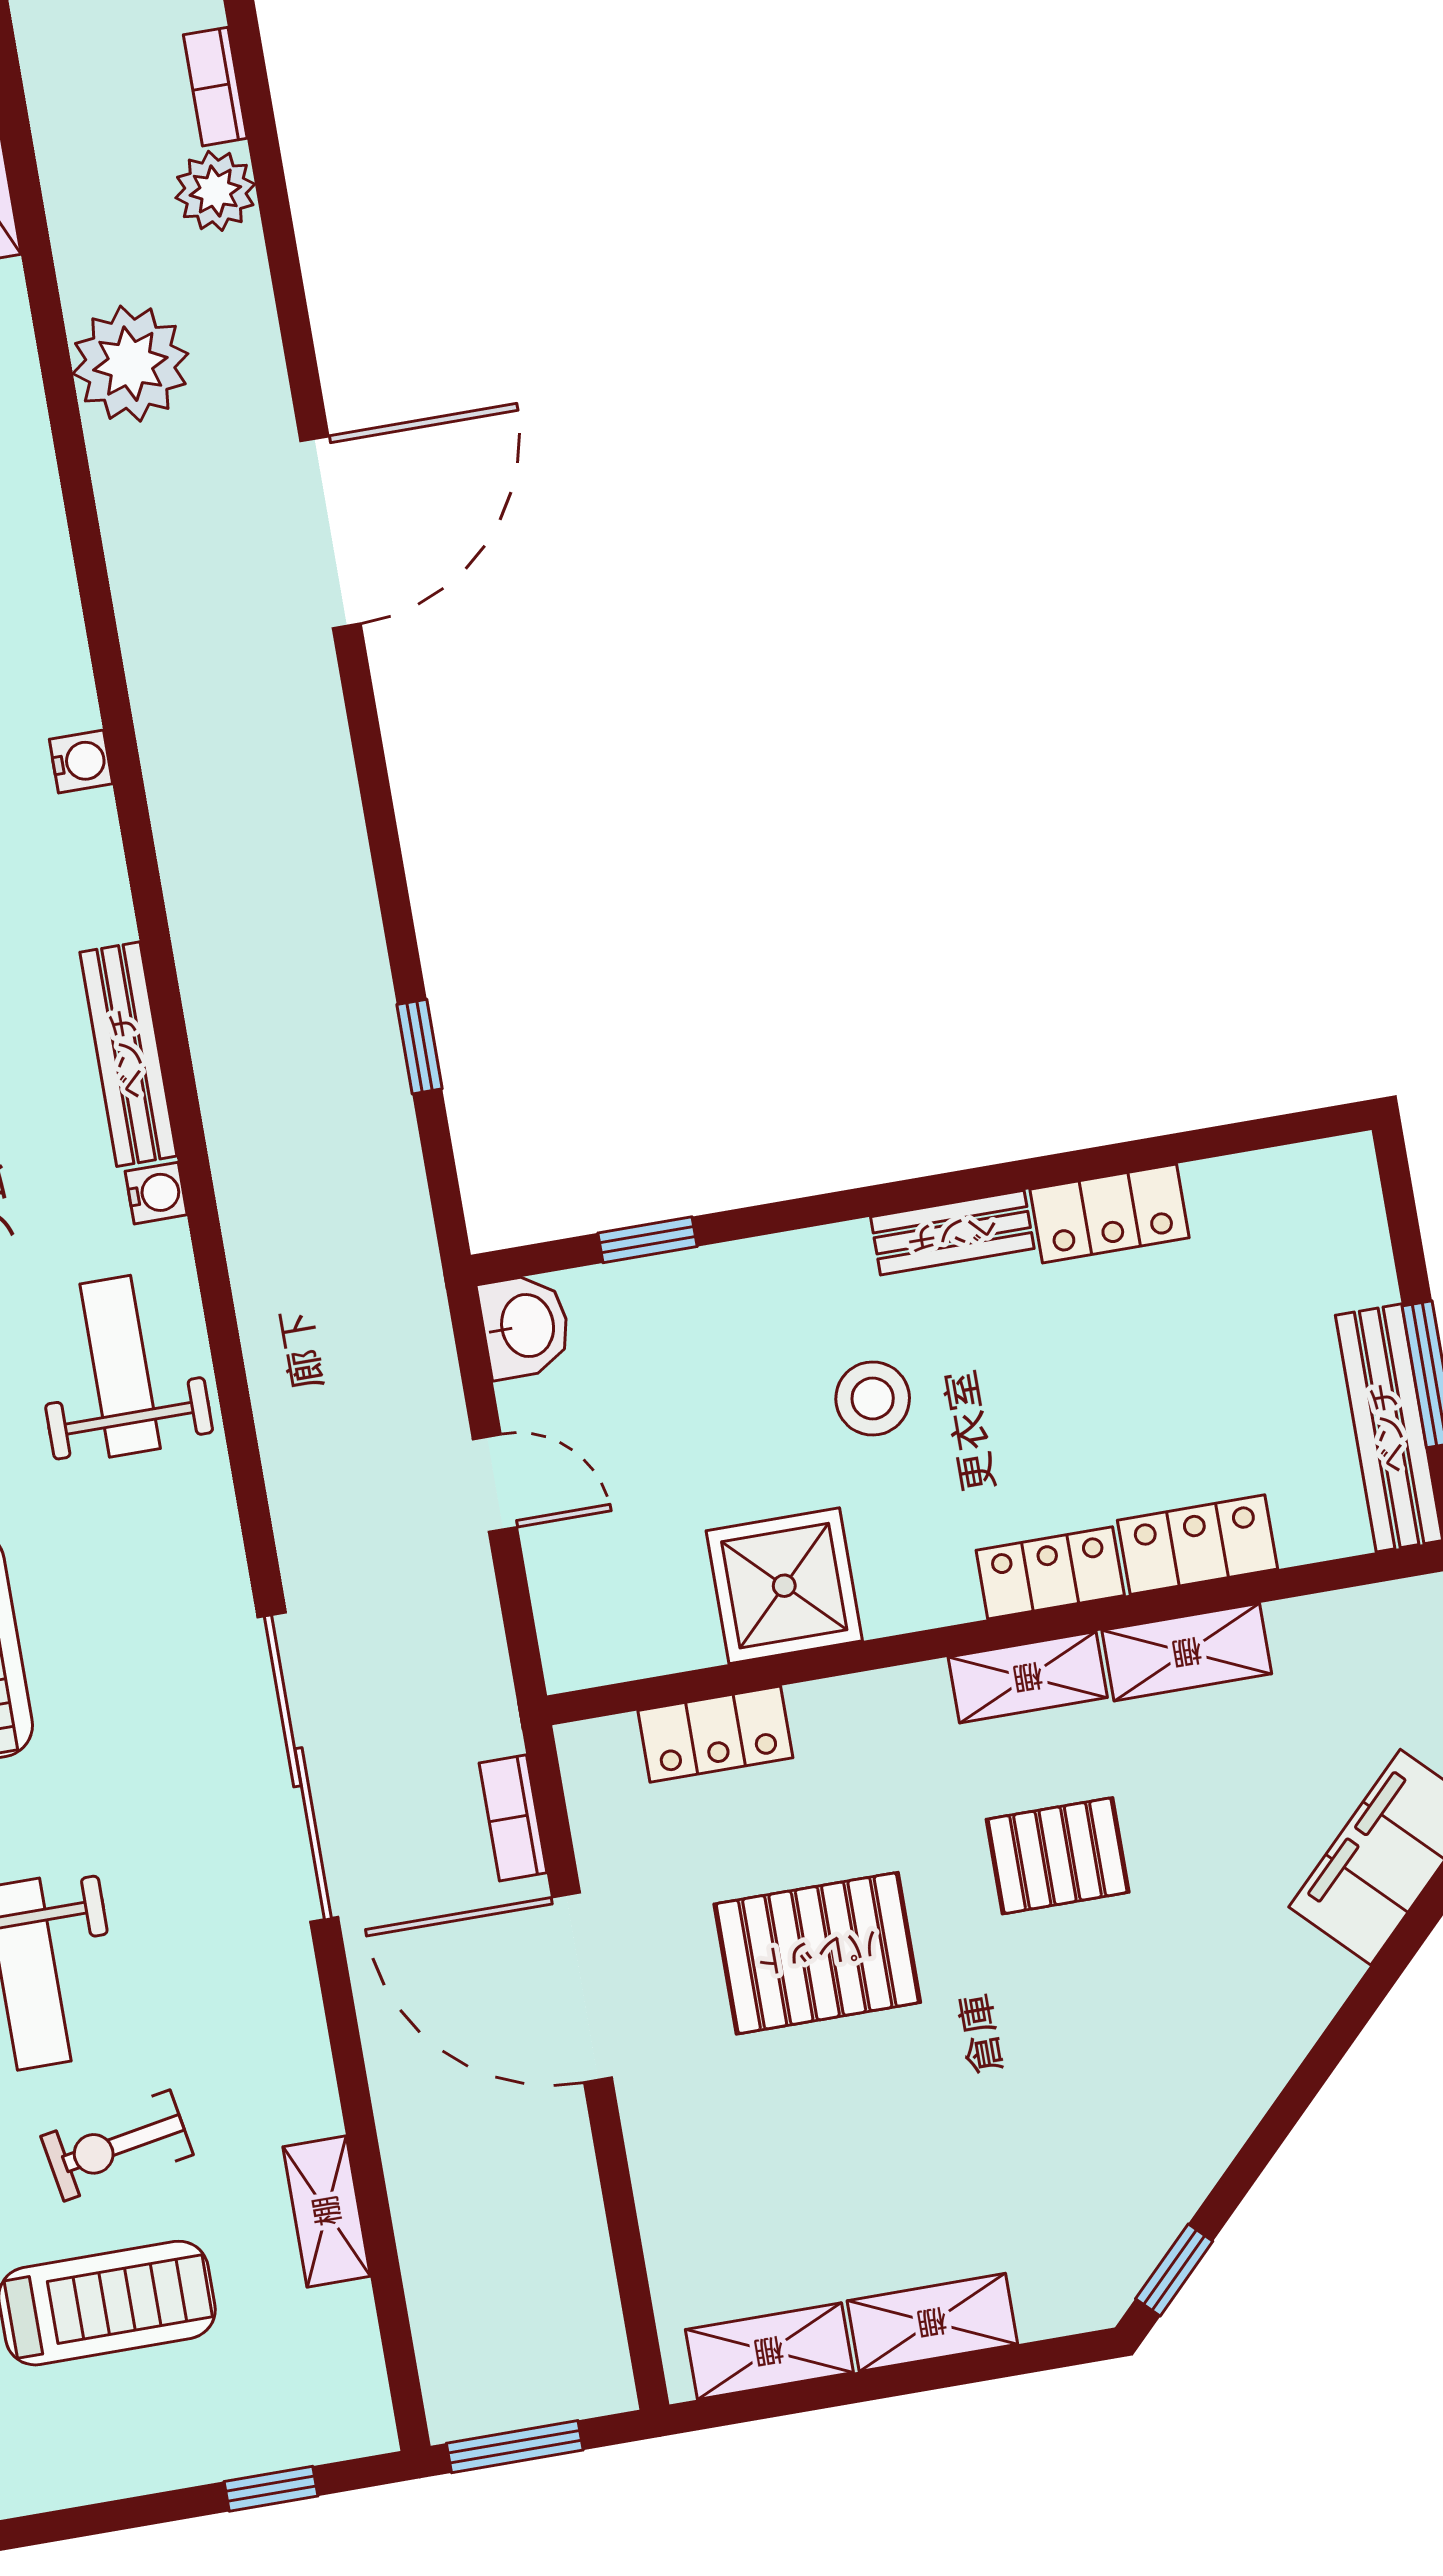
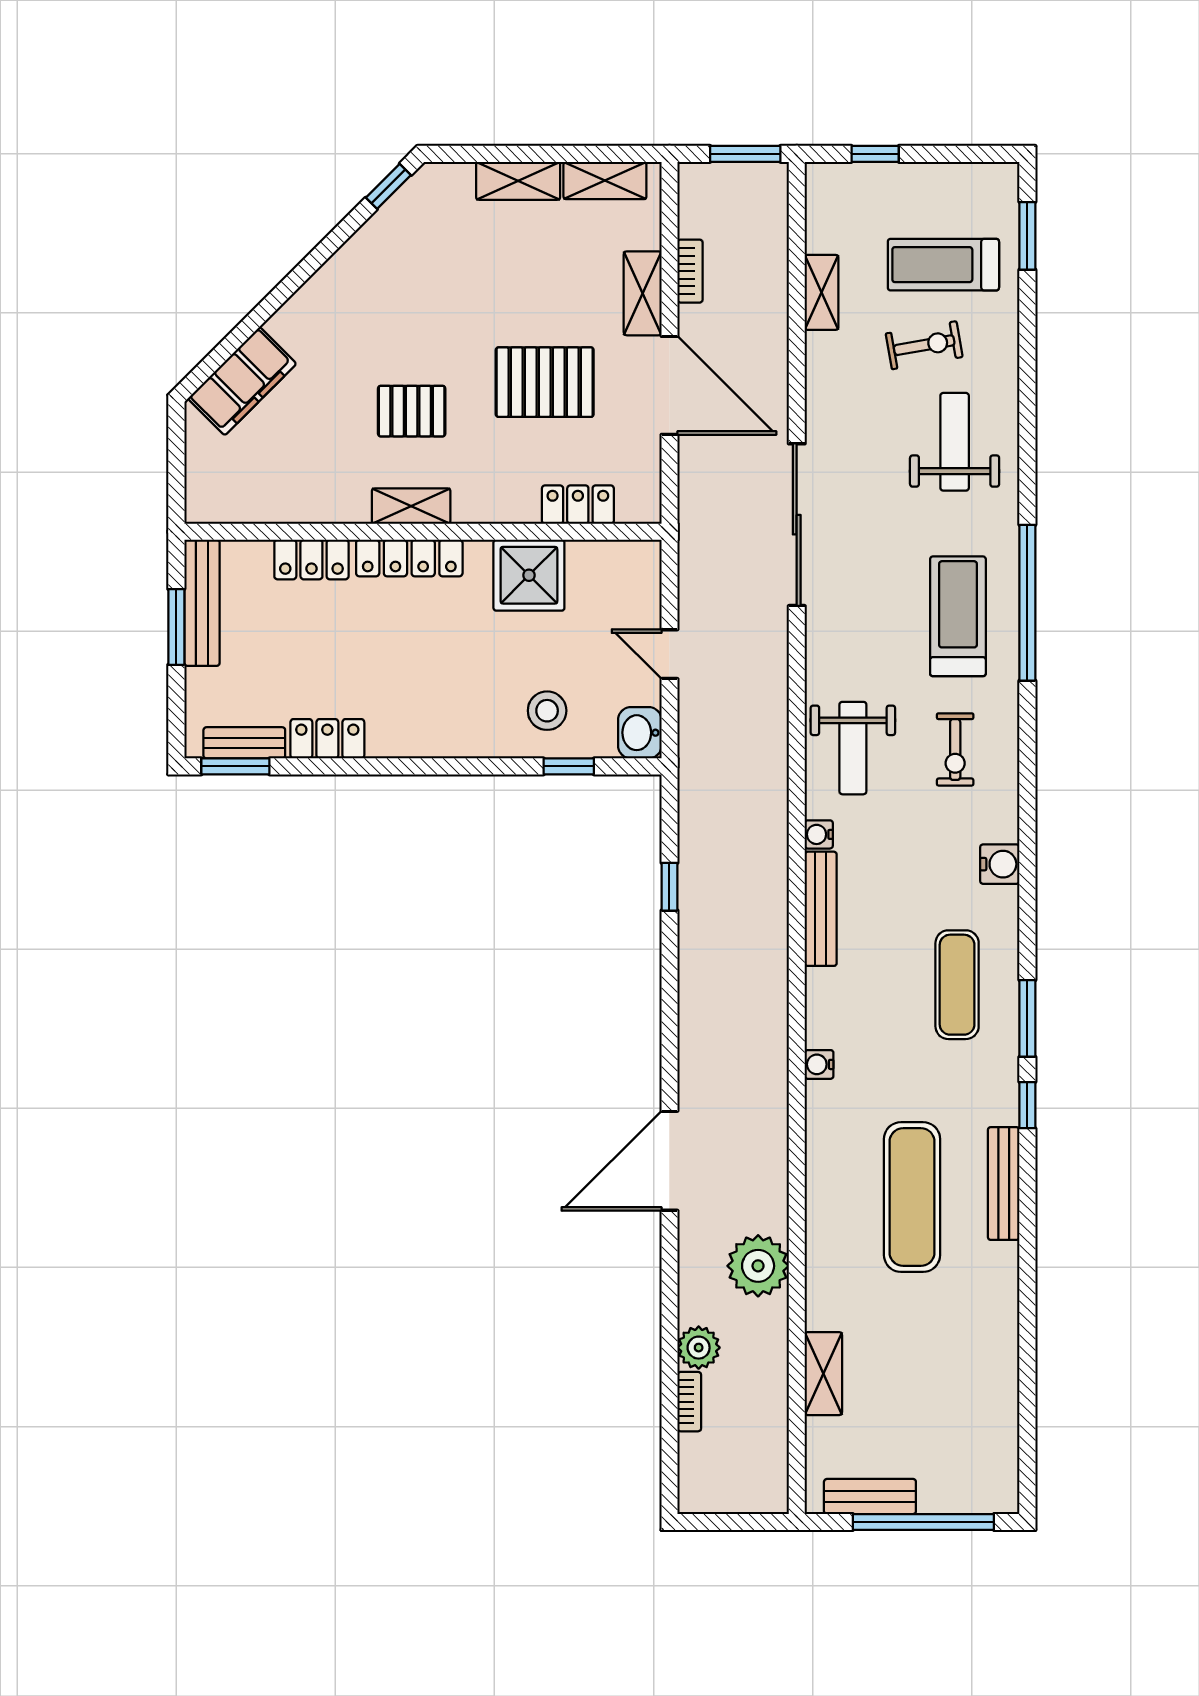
window: (1273, 1132) -> (235, 766), added
bench: (952, 1233) -> (244, 743), moved
stool: (873, 1398) -> (547, 711), moved
locker: (1050, 1573) -> (409, 558), width x1.53
shelving: (1187, 1652) -> (643, 293), moved, turned 90
bookcase: (513, 1818) -> (690, 271), moved

